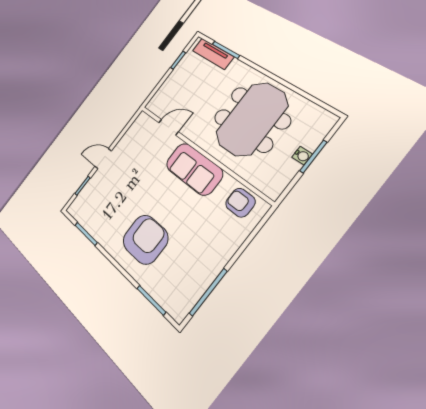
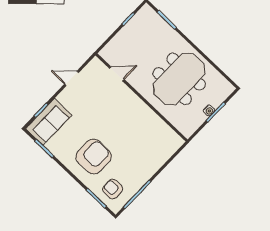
tv unit: (213, 54) -> (156, 21), removed
door: (103, 159) -> (72, 78), moved
sofa: (194, 169) -> (49, 122), moved, turned -90
armchair: (240, 203) -> (113, 189), moved

